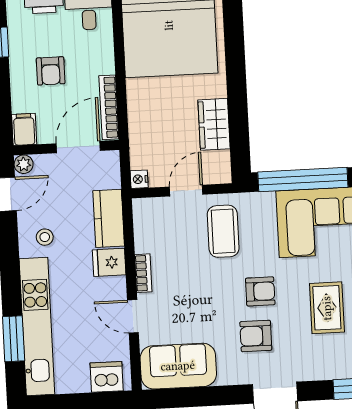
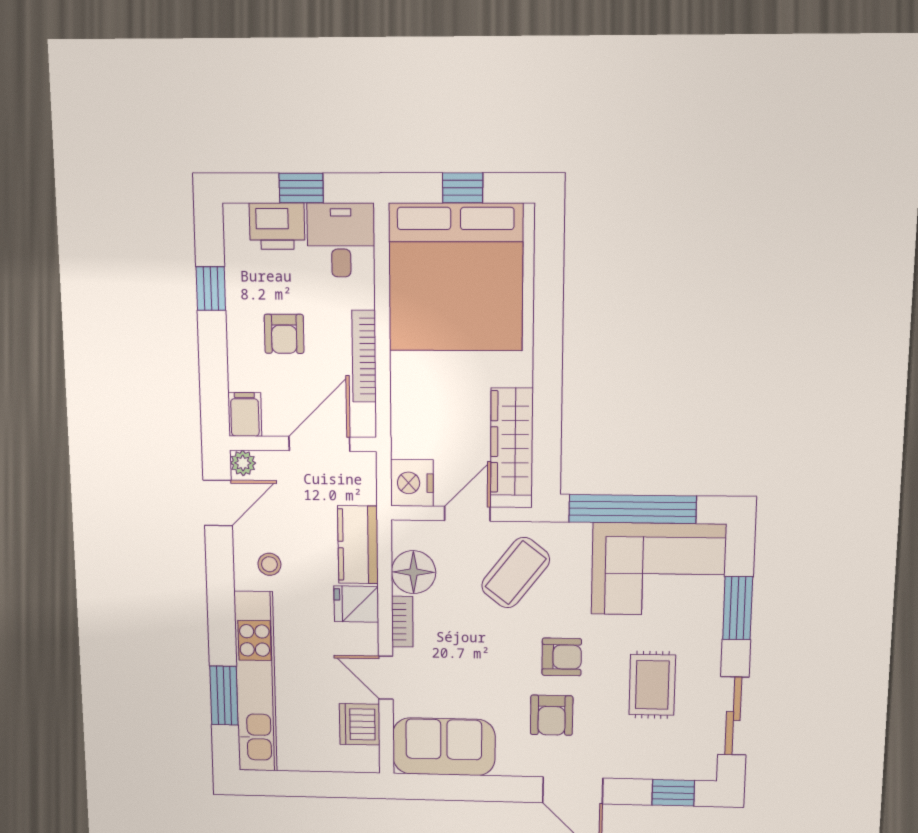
bookcase: (109, 107) -> (364, 356), moved
wardrobe: (214, 124) -> (512, 442), width x1.50
nightstand: (139, 179) -> (412, 483), width x1.89, depth x1.79
coffee table: (223, 231) -> (516, 573), turned 38
floor lamp: (150, 236) -> (414, 572), added
armchair: (256, 336) -> (552, 715), turned -90
dishwasher: (107, 377) -> (360, 724), moved, turned -90

